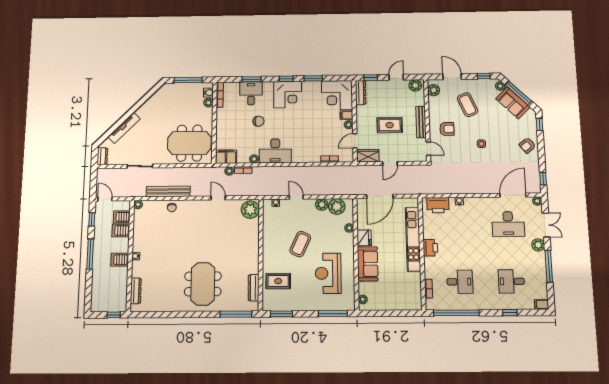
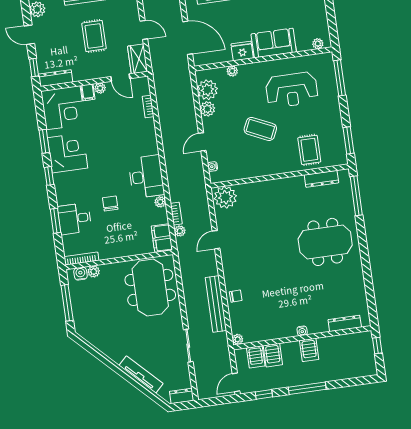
corner desk: (288, 95) -> (68, 153), moved

